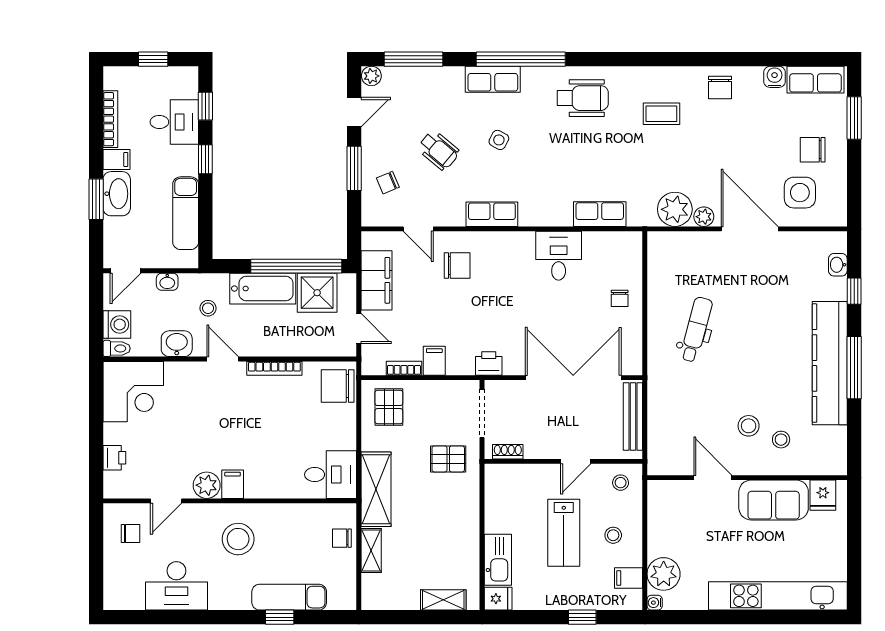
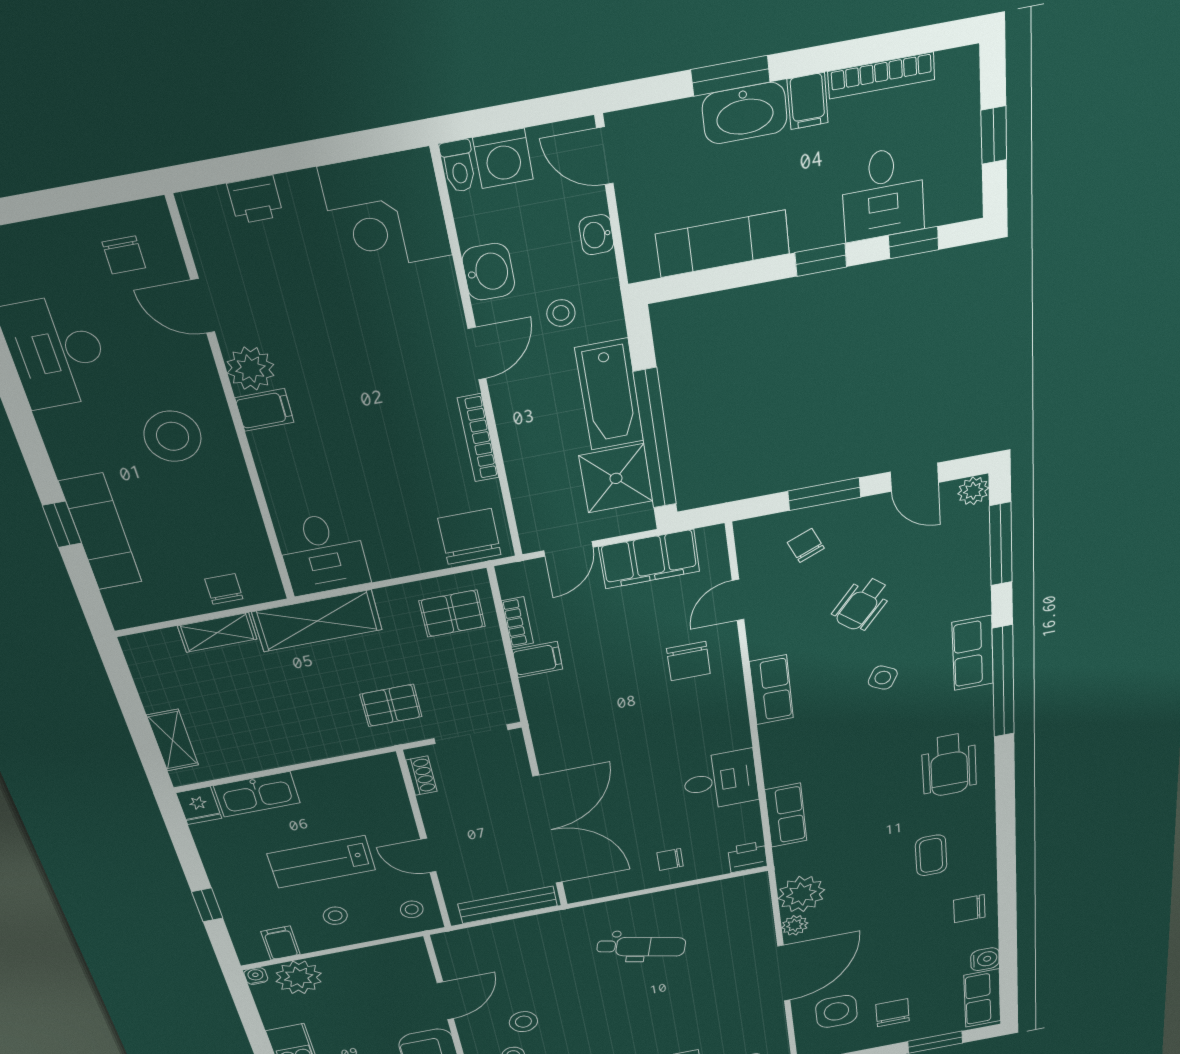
printer: (489, 363) -> (748, 857), moved, turned -90
pallet: (448, 459) -> (391, 705), turned 90

